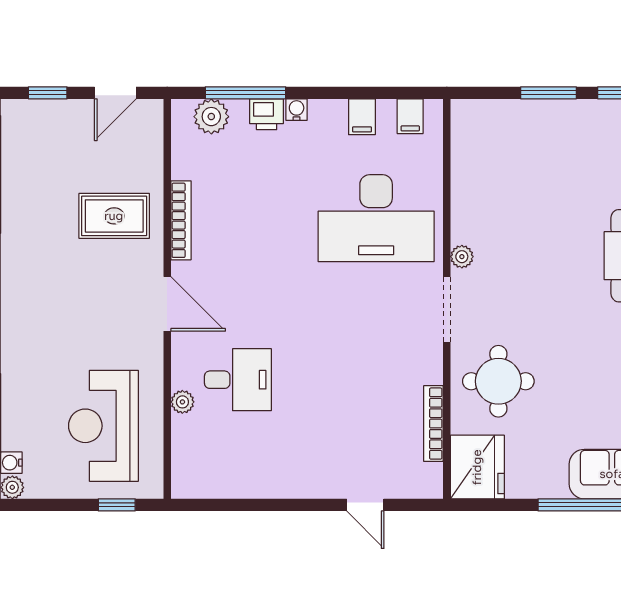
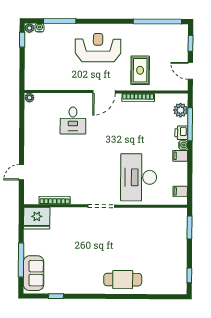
window: (549, 93) -> (190, 228), moved
filing cabinet: (362, 117) -> (180, 156), moved
plant: (462, 257) -> (123, 212), removed
round table: (498, 381) -> (72, 227), removed
plant: (182, 402) -> (30, 98), moved
reception desk: (103, 426) -> (98, 48), moved
window: (117, 505) -> (22, 40), moved

